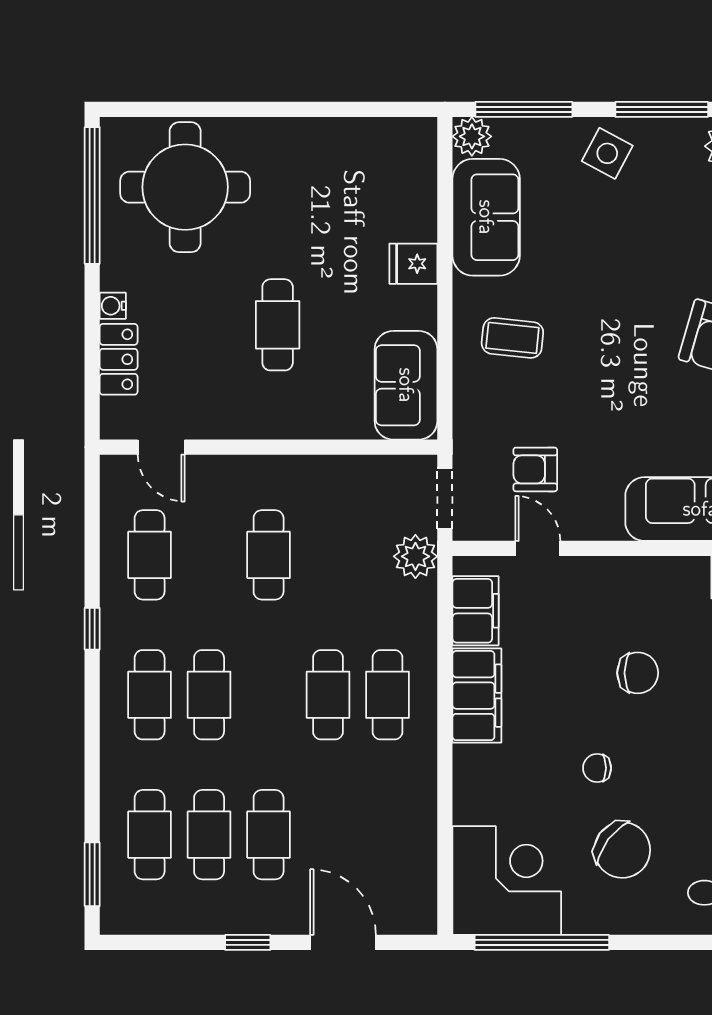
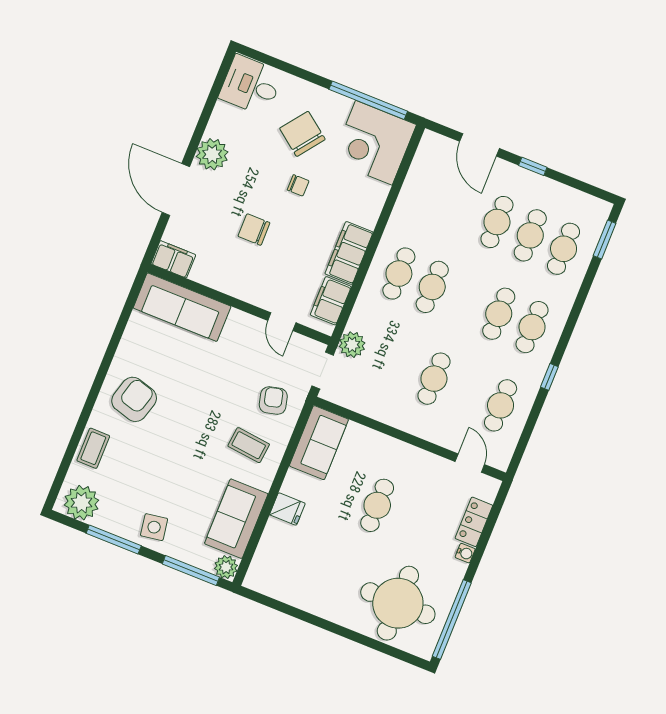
side table: (607, 153) -> (154, 527), turned -37
armchair: (535, 469) -> (273, 401), moved, turned -104

